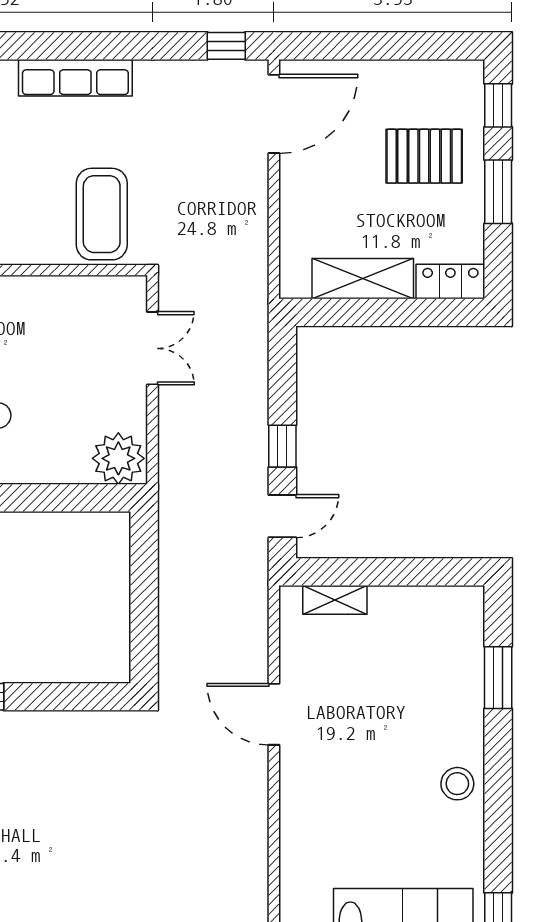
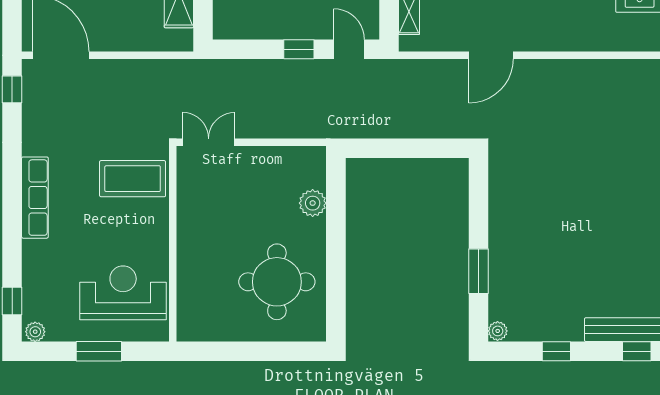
double door: (152, 348) -> (209, 142), moved
plant: (118, 458) -> (313, 203), moved, width x0.73, depth x0.73

